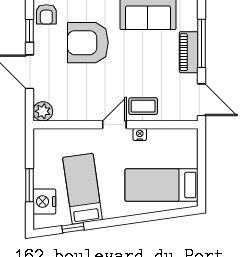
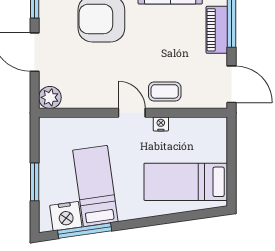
door: (114, 125) -> (132, 113), hinge flipped
nightstand: (44, 202) -> (66, 216), moved, turned -98
window: (73, 228) -> (85, 231), width x2.17

